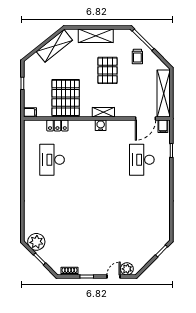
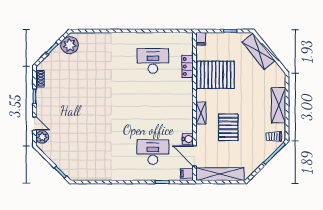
shelving: (54, 46) -> (259, 51), moved
trolley: (137, 56) -> (274, 136), moved
pallet: (107, 70) -> (228, 127), moved, turned 90
water cooler: (101, 125) -> (188, 139), moved

